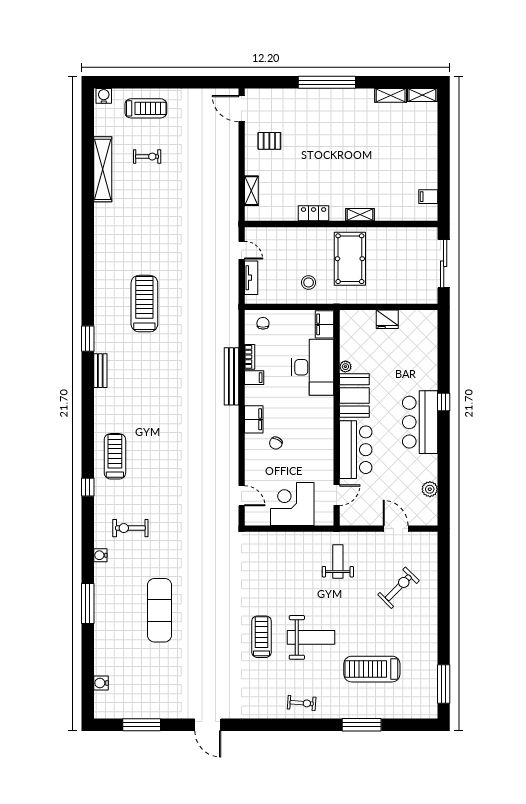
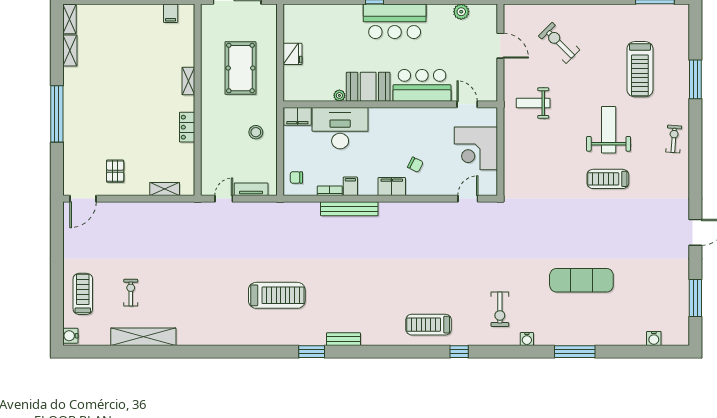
pool table: (350, 259) -> (240, 68), moved, turned 90
treadmill: (144, 304) -> (277, 295), turned 180
door: (396, 529) -> (500, 46), swing flipped

